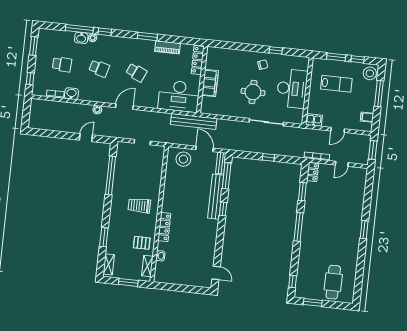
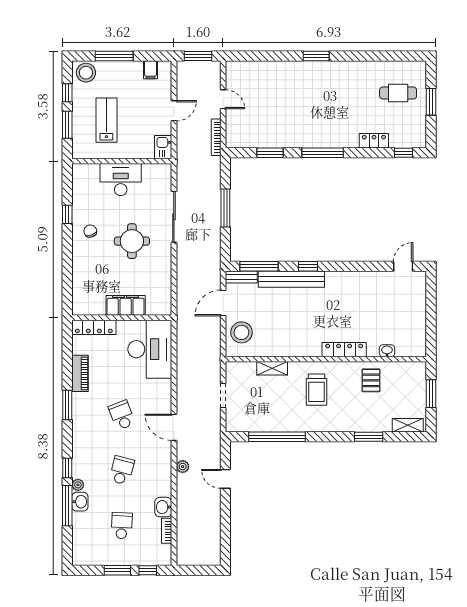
window: (34, 46) -> (117, 570), moved
school desk: (136, 72) -> (122, 415), turned -45
desk: (292, 89) -> (121, 180), width x0.73, depth x0.77
bench: (194, 121) -> (185, 323), removed
door: (338, 130) -> (174, 111), hinge flipped
window: (268, 157) -> (225, 208), width x2.17
locker: (313, 172) -> (374, 141), moved
shelving: (147, 266) -> (272, 368), moved
cafe table: (333, 282) -> (398, 93), width x0.73, depth x0.74
window: (313, 302) -> (431, 102), moved

